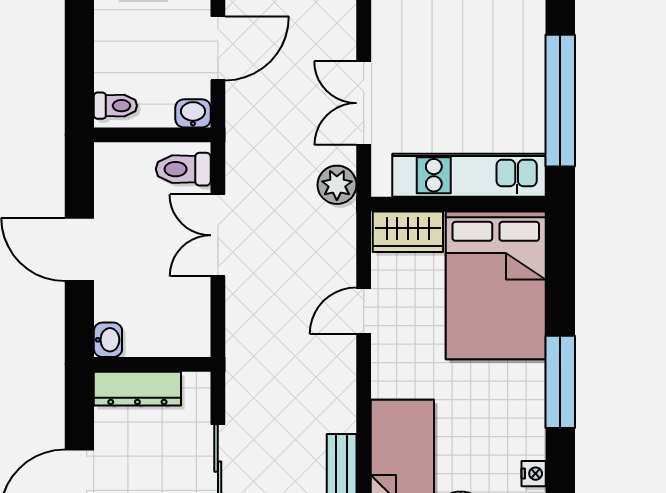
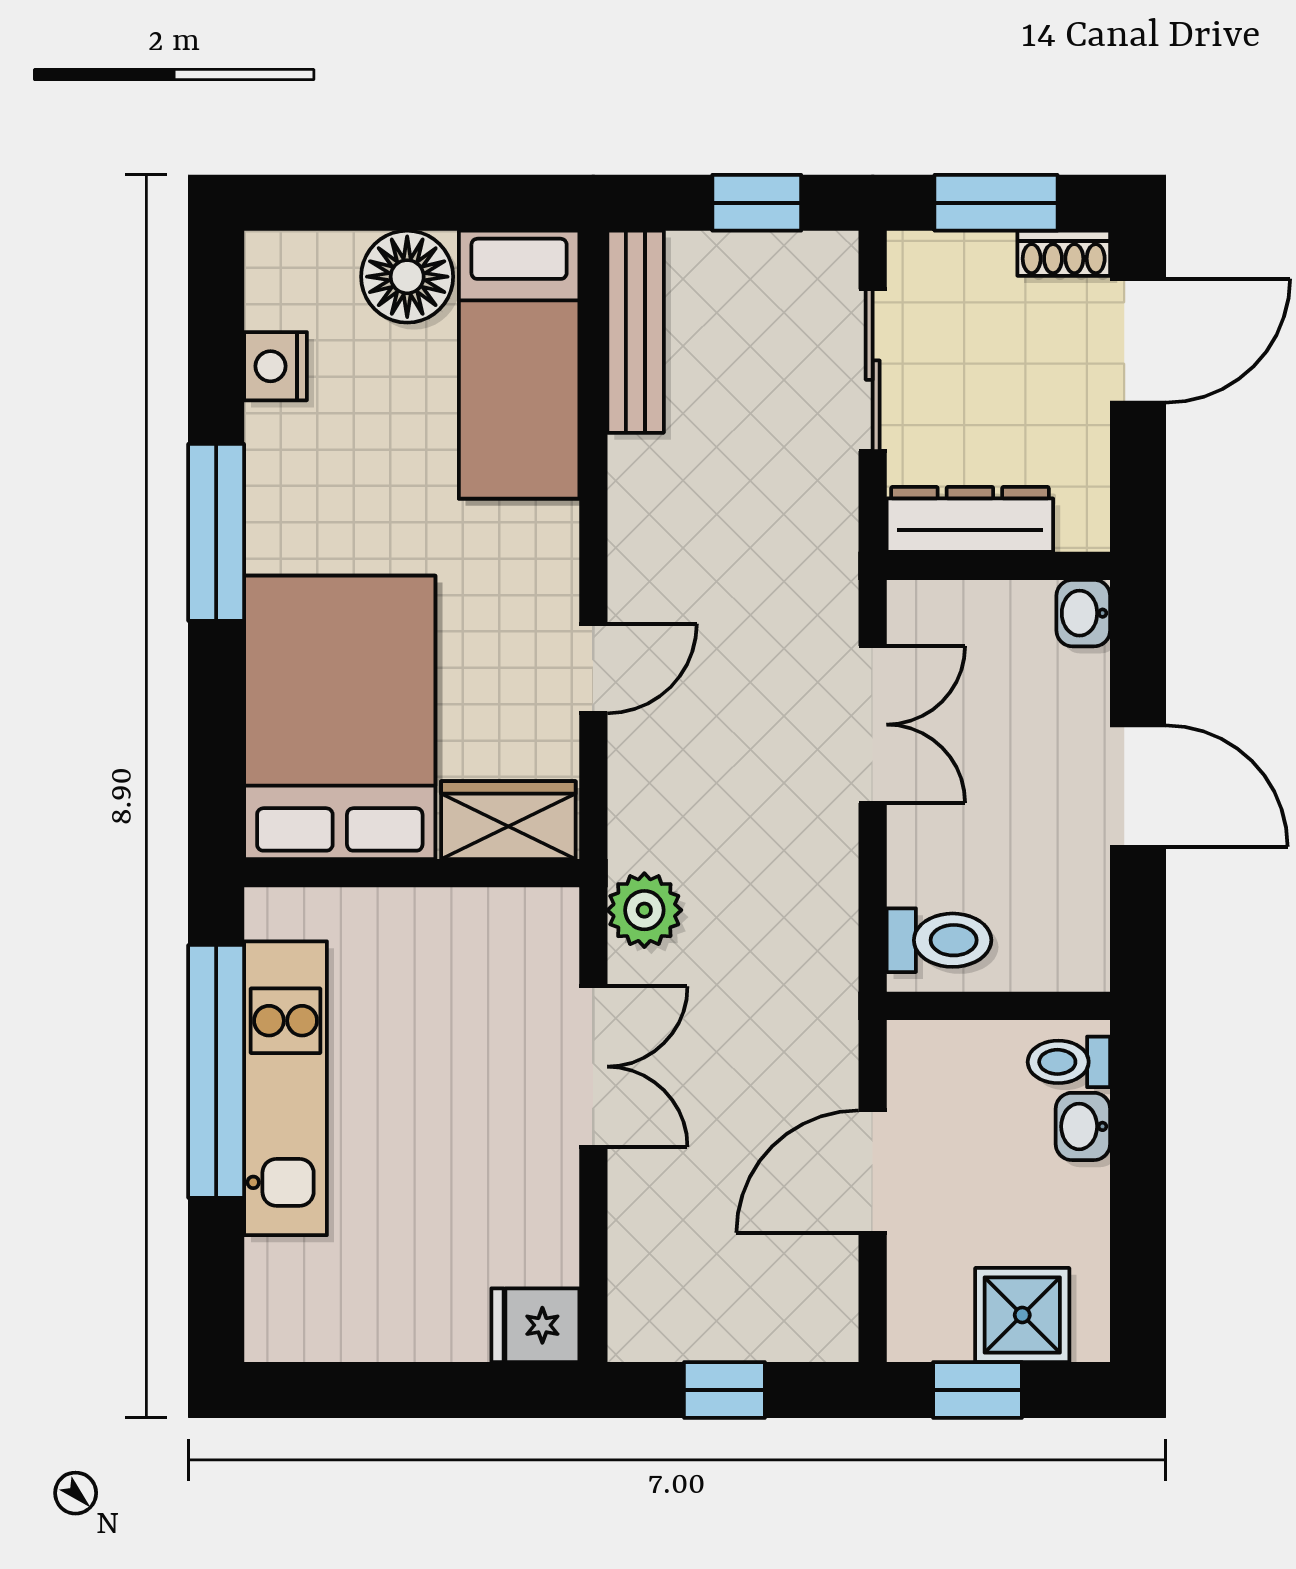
washbasin: (193, 113) -> (1083, 1126), moved, turned 90
kitchen unit: (469, 175) -> (286, 1088), moved, turned -90
double door: (218, 235) -> (873, 725), moved
dresser: (137, 389) -> (970, 519), moved
nightstand: (534, 474) -> (276, 366), width x1.39, depth x1.35

